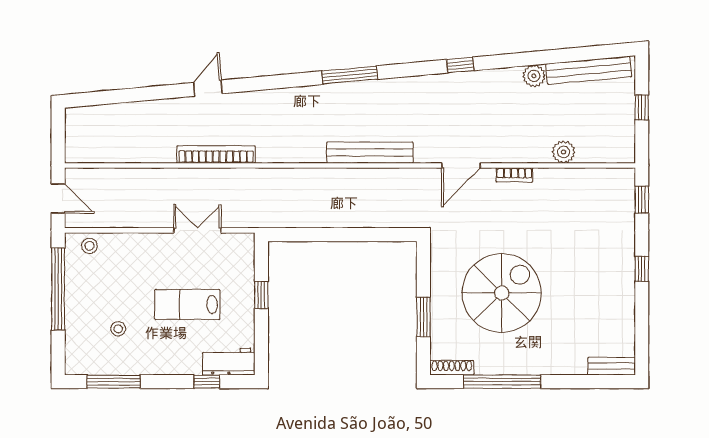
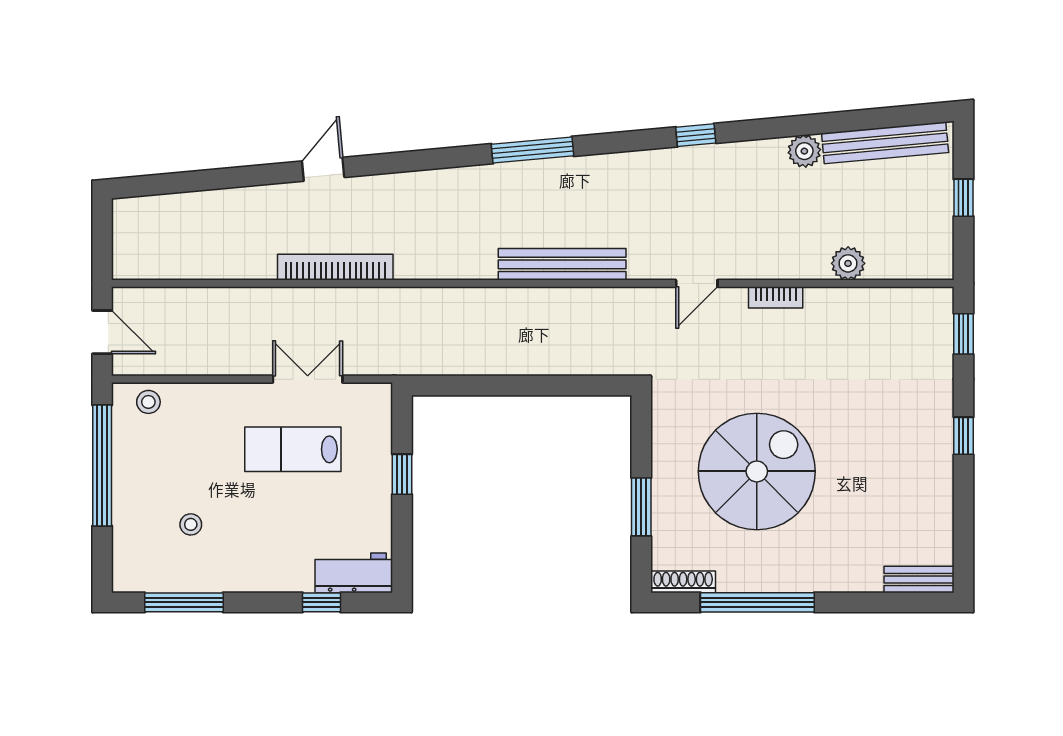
door: (461, 165) -> (697, 283), width x0.73
lab bench: (187, 304) -> (293, 449), moved

